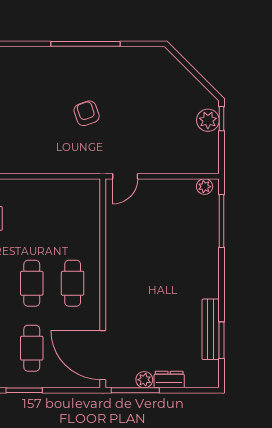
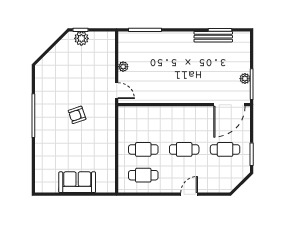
plant: (205, 187) -> (123, 67), moved
cafe table: (73, 283) -> (143, 149), moved
dresser: (169, 380) -> (245, 63), removed

